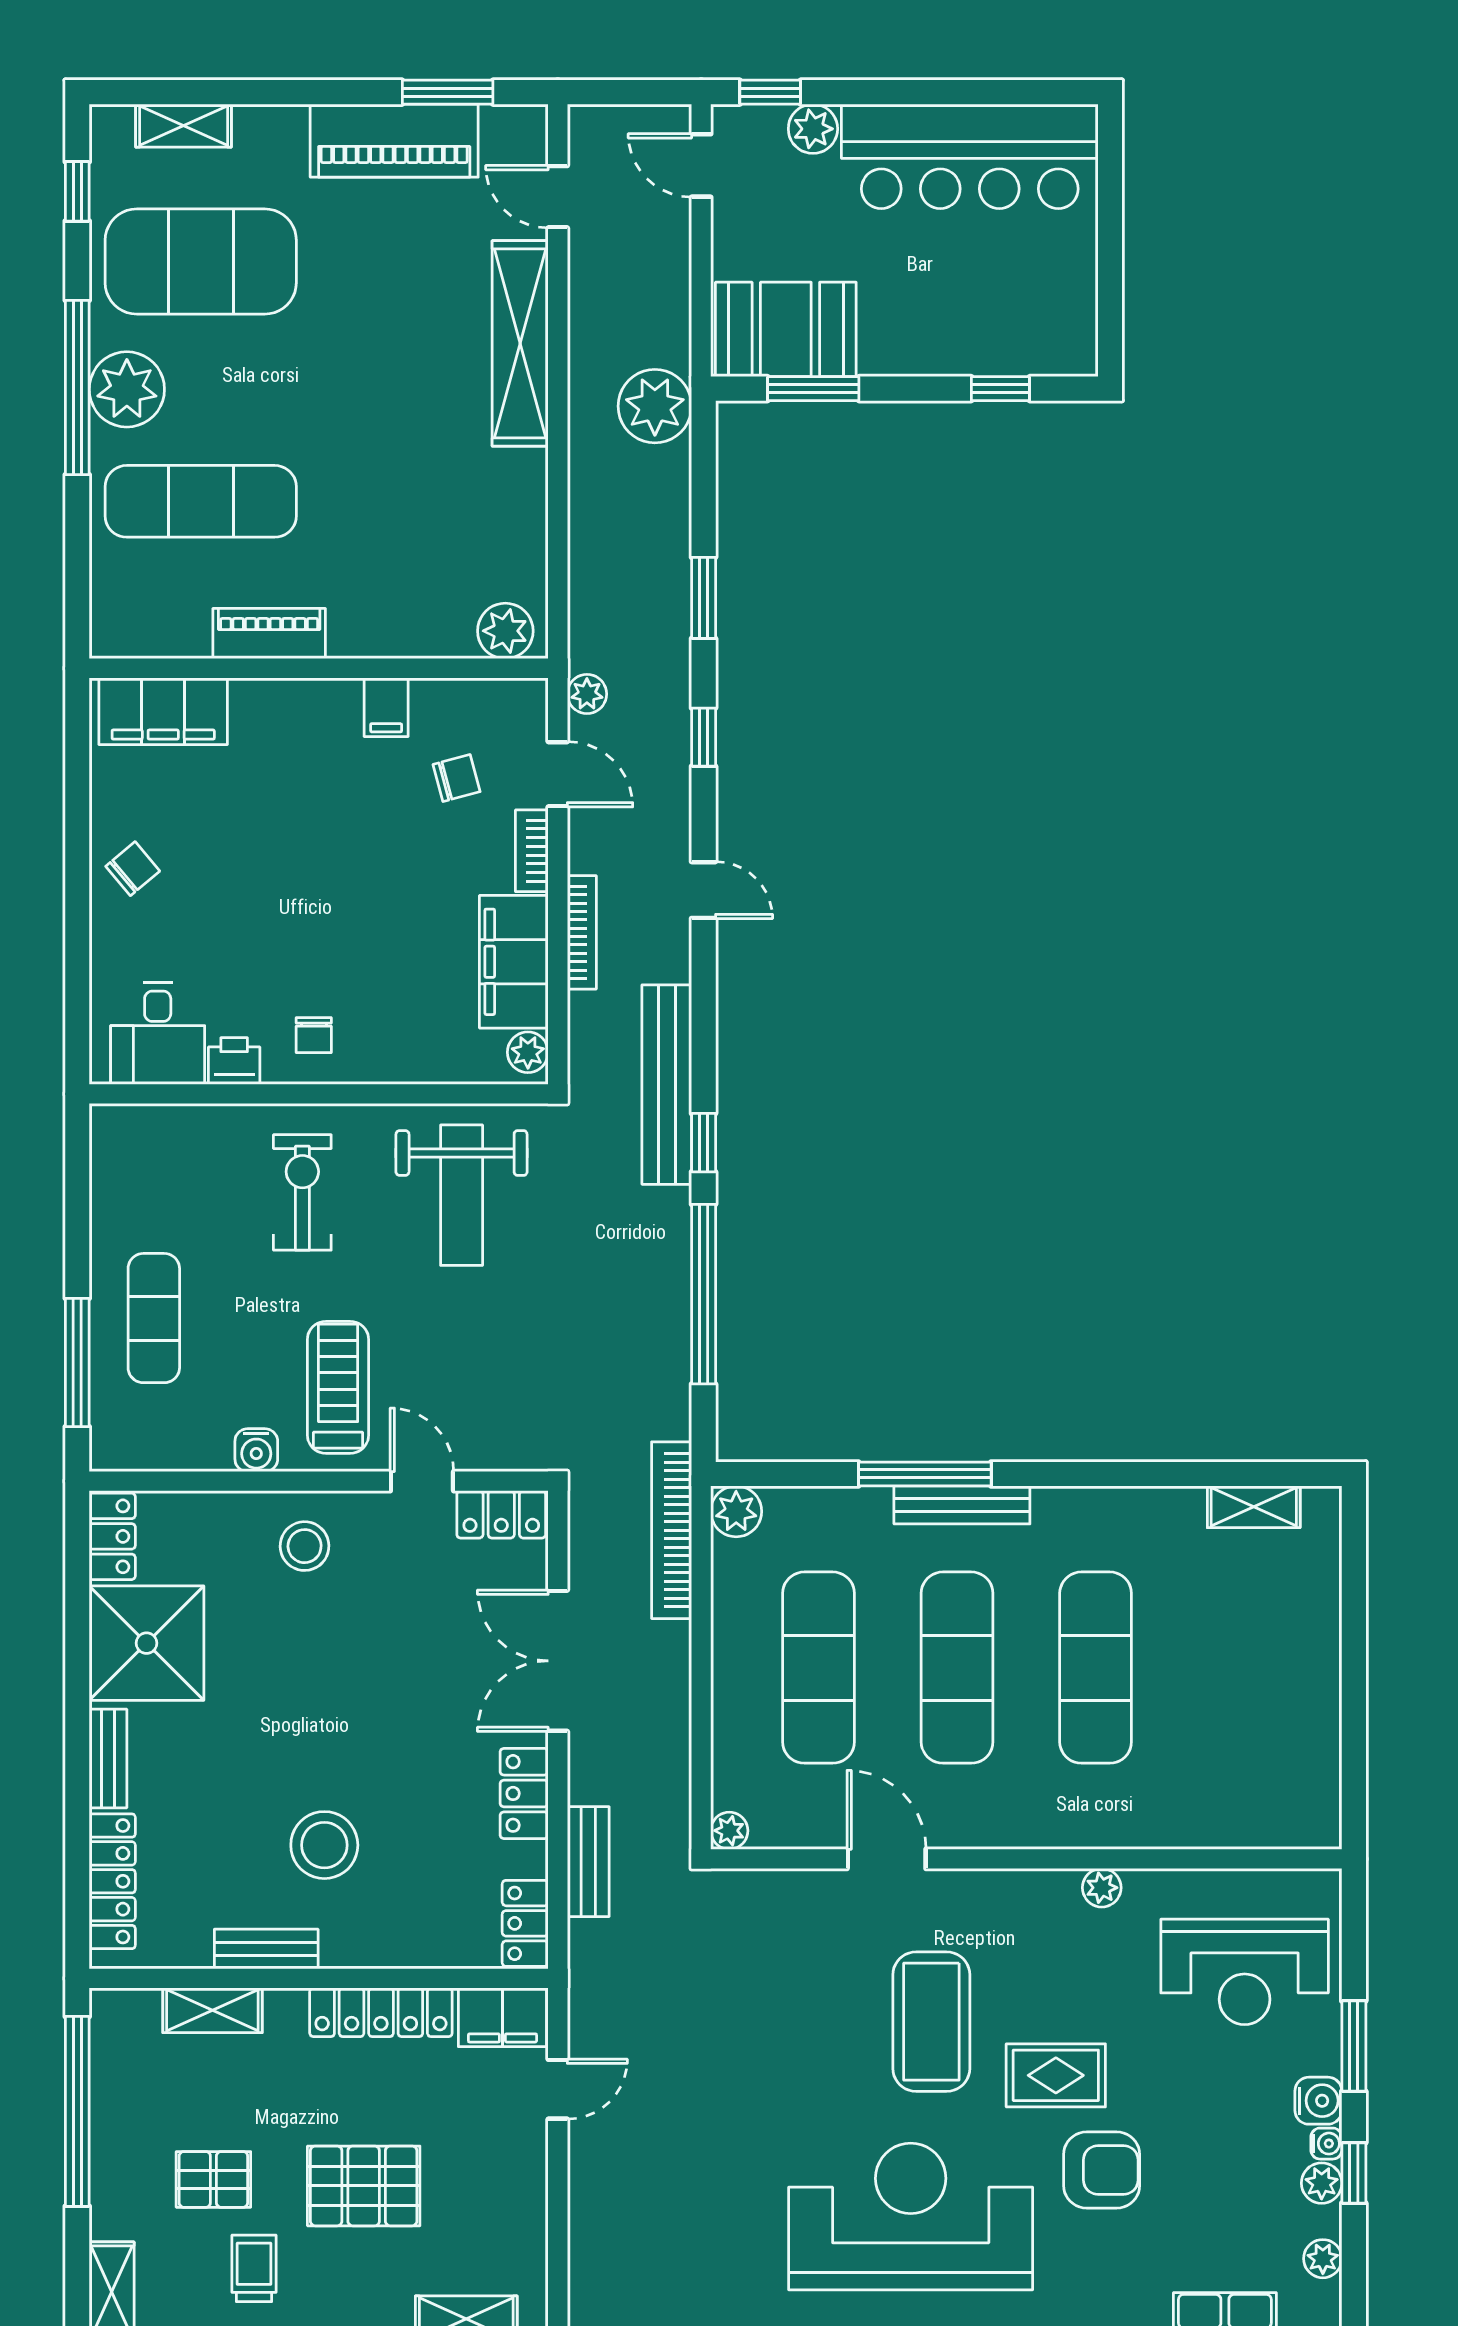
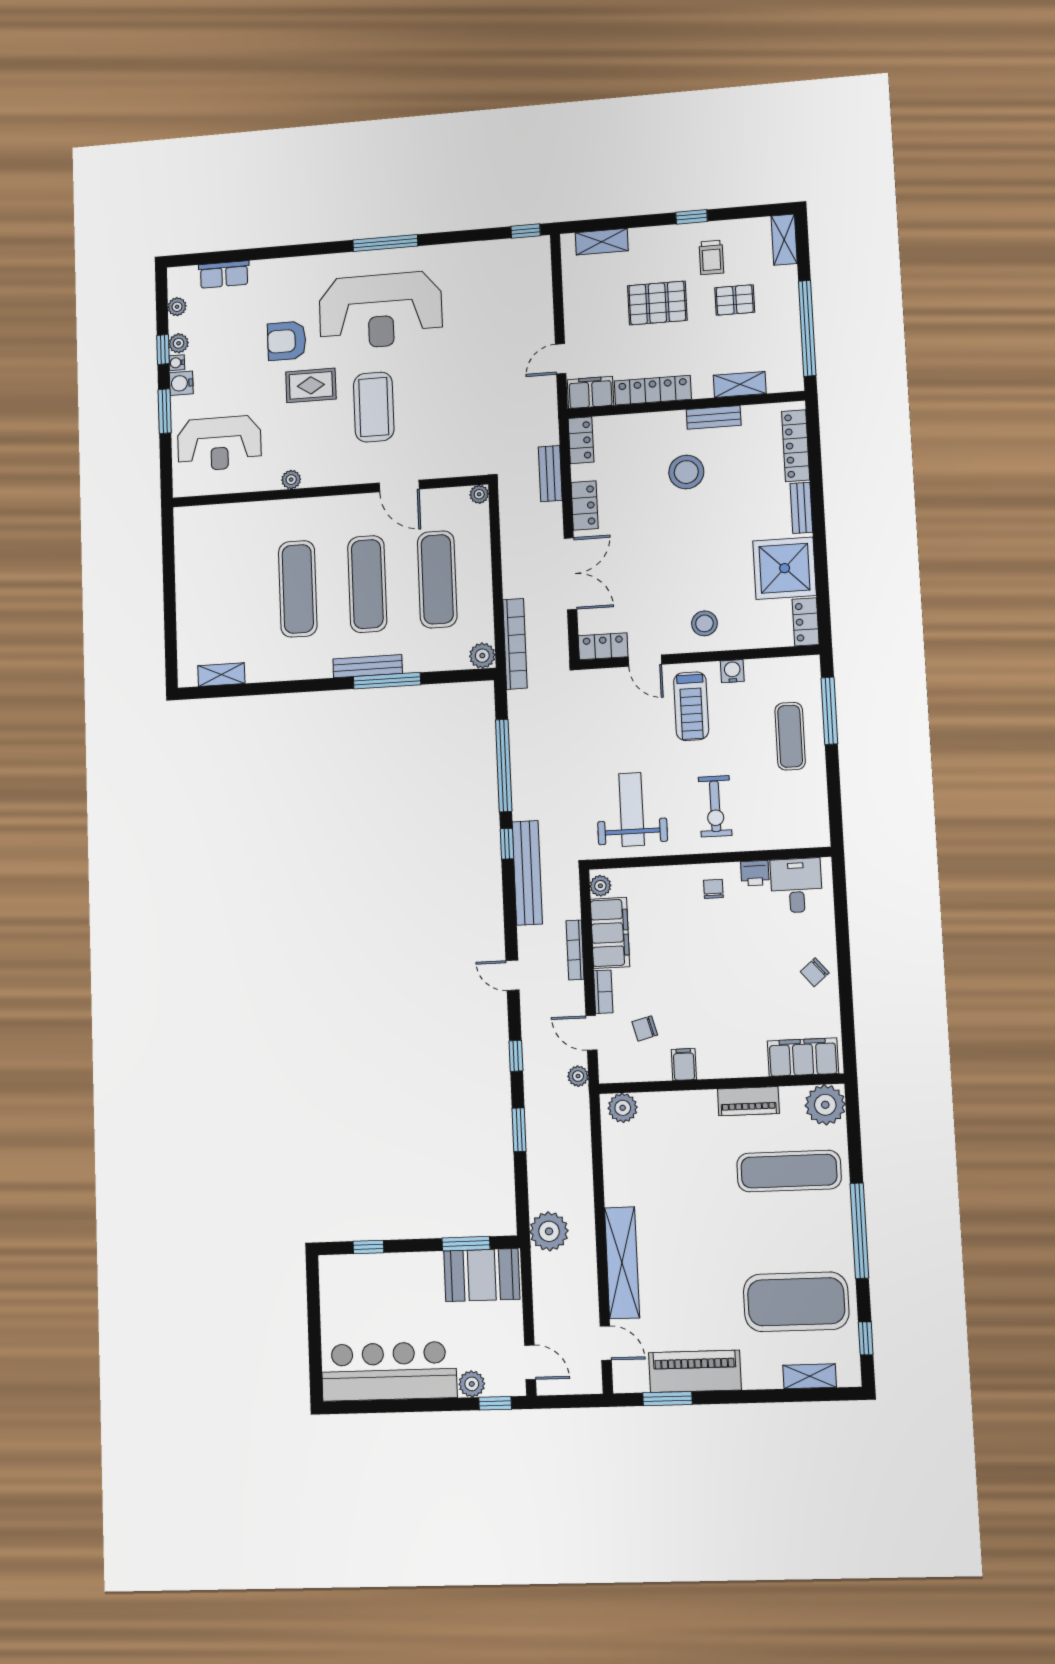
plant: (127, 389) -> (825, 1105), moved
reception desk: (1245, 1972) -> (219, 443), turned 180

